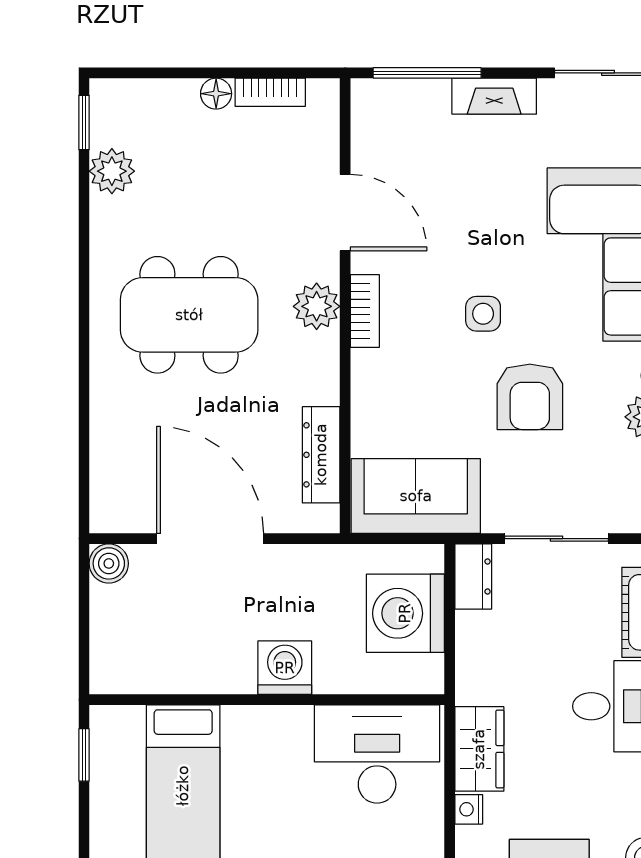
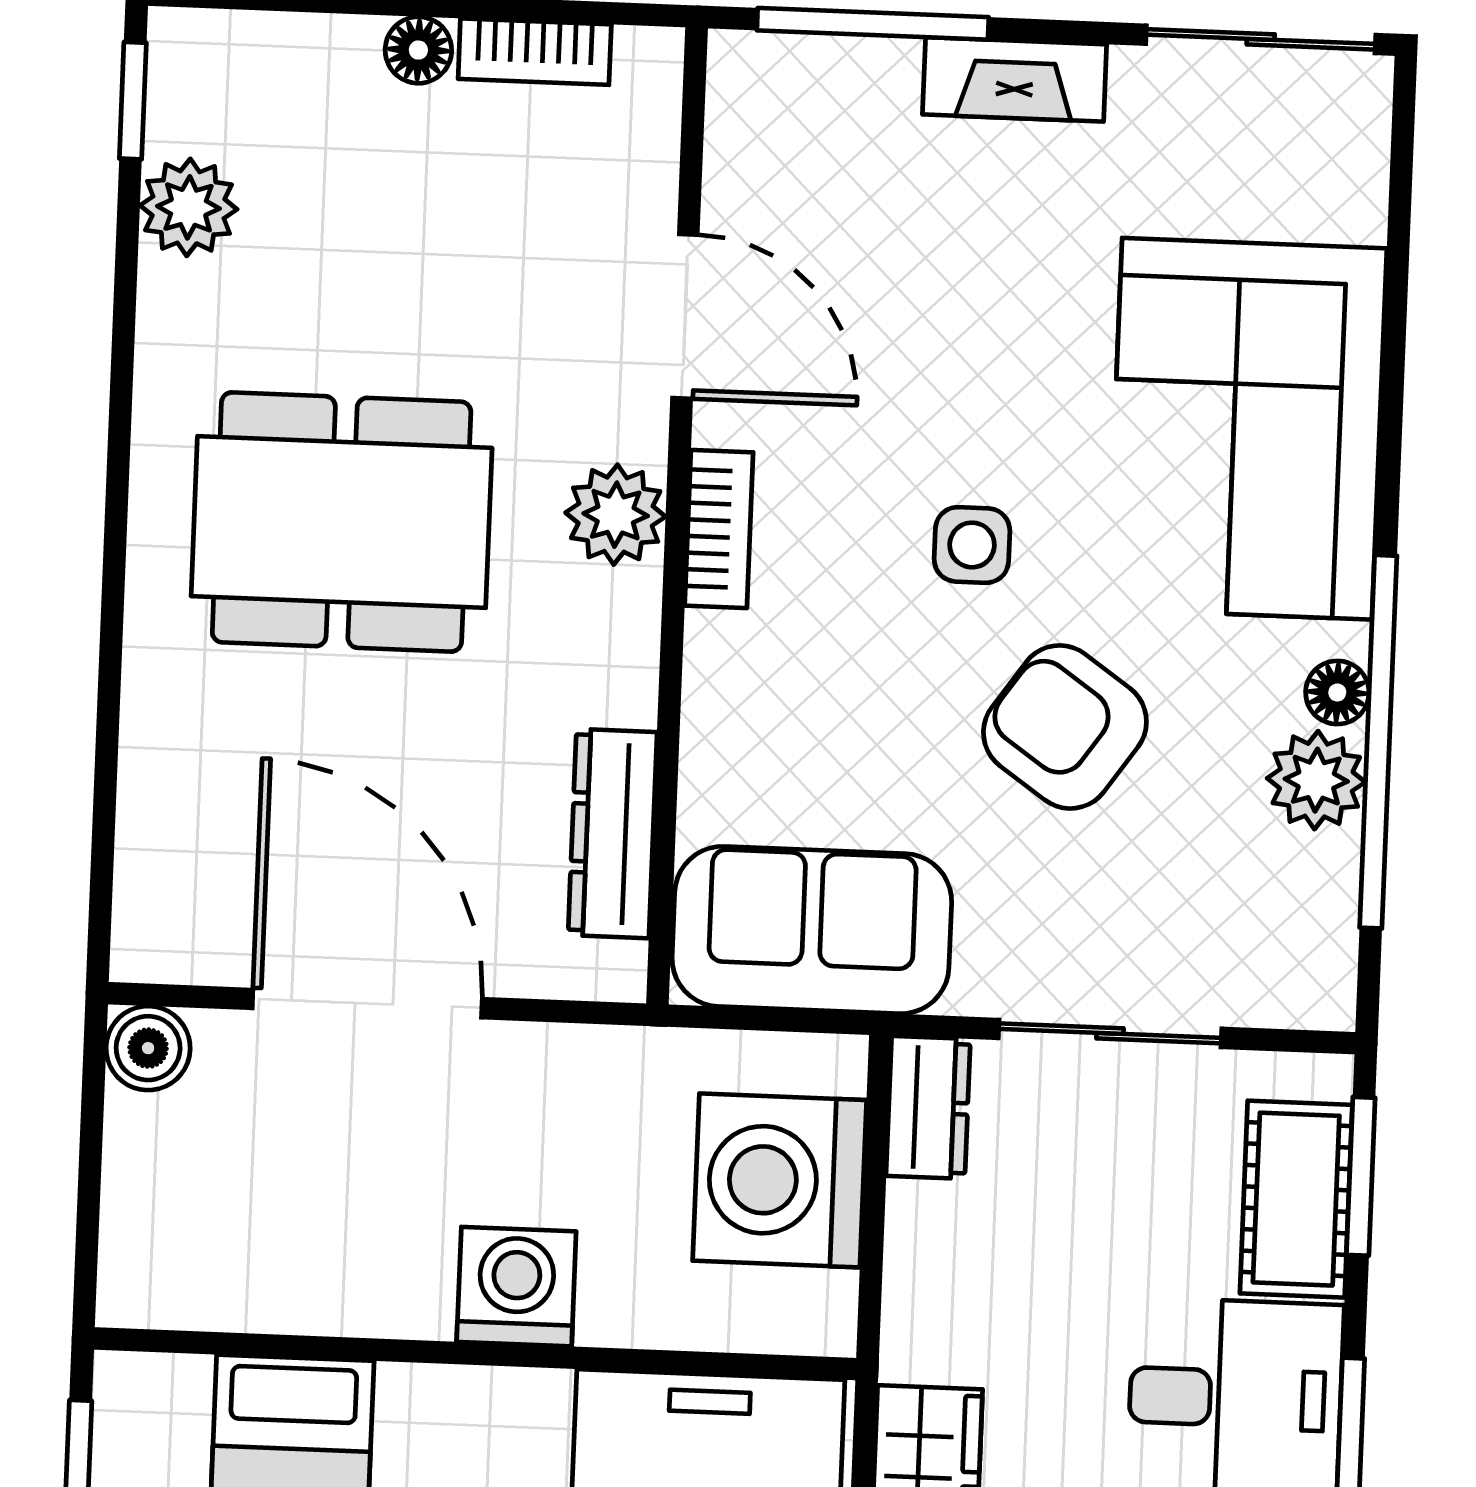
armchair: (530, 397) -> (1065, 727), turned 125

